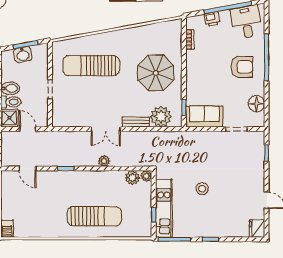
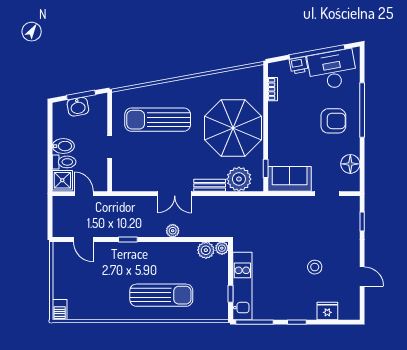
desk: (246, 22) -> (332, 70), width x1.37
parasol: (156, 73) -> (233, 128), width x1.36, depth x1.36
stool: (202, 189) -> (315, 267), moved
fridge: (257, 229) -> (327, 311), moved, turned 90

